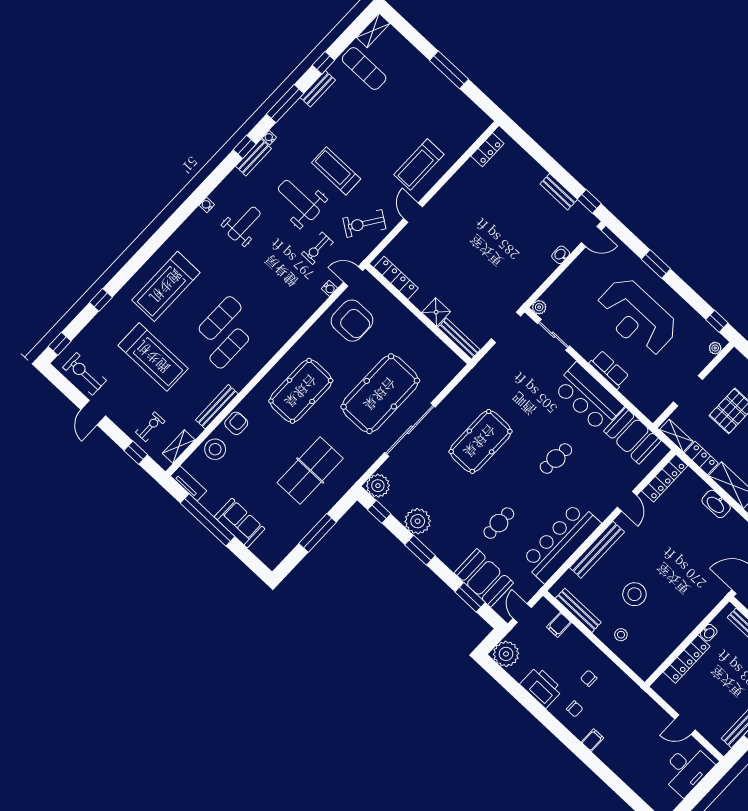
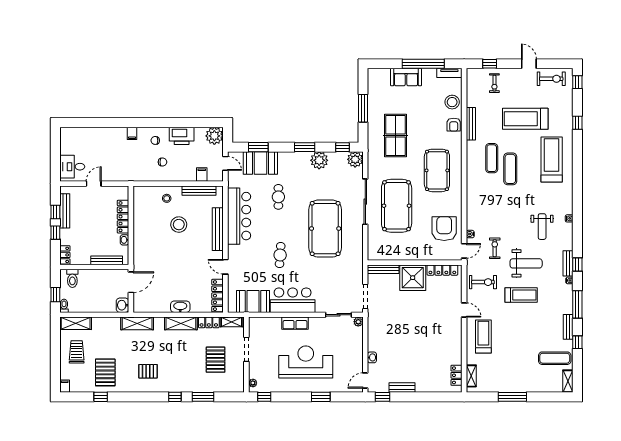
exercise bike: (364, 224) -> (483, 282), turned 56
shower: (436, 312) -> (413, 278), width x1.86, depth x1.86
armchair: (352, 321) -> (444, 229), turned 90
pool table: (480, 441) -> (325, 229), width x1.36, depth x1.32
shelving: (179, 447) -> (471, 376), moved
desk: (686, 769) -> (72, 167), width x0.73

